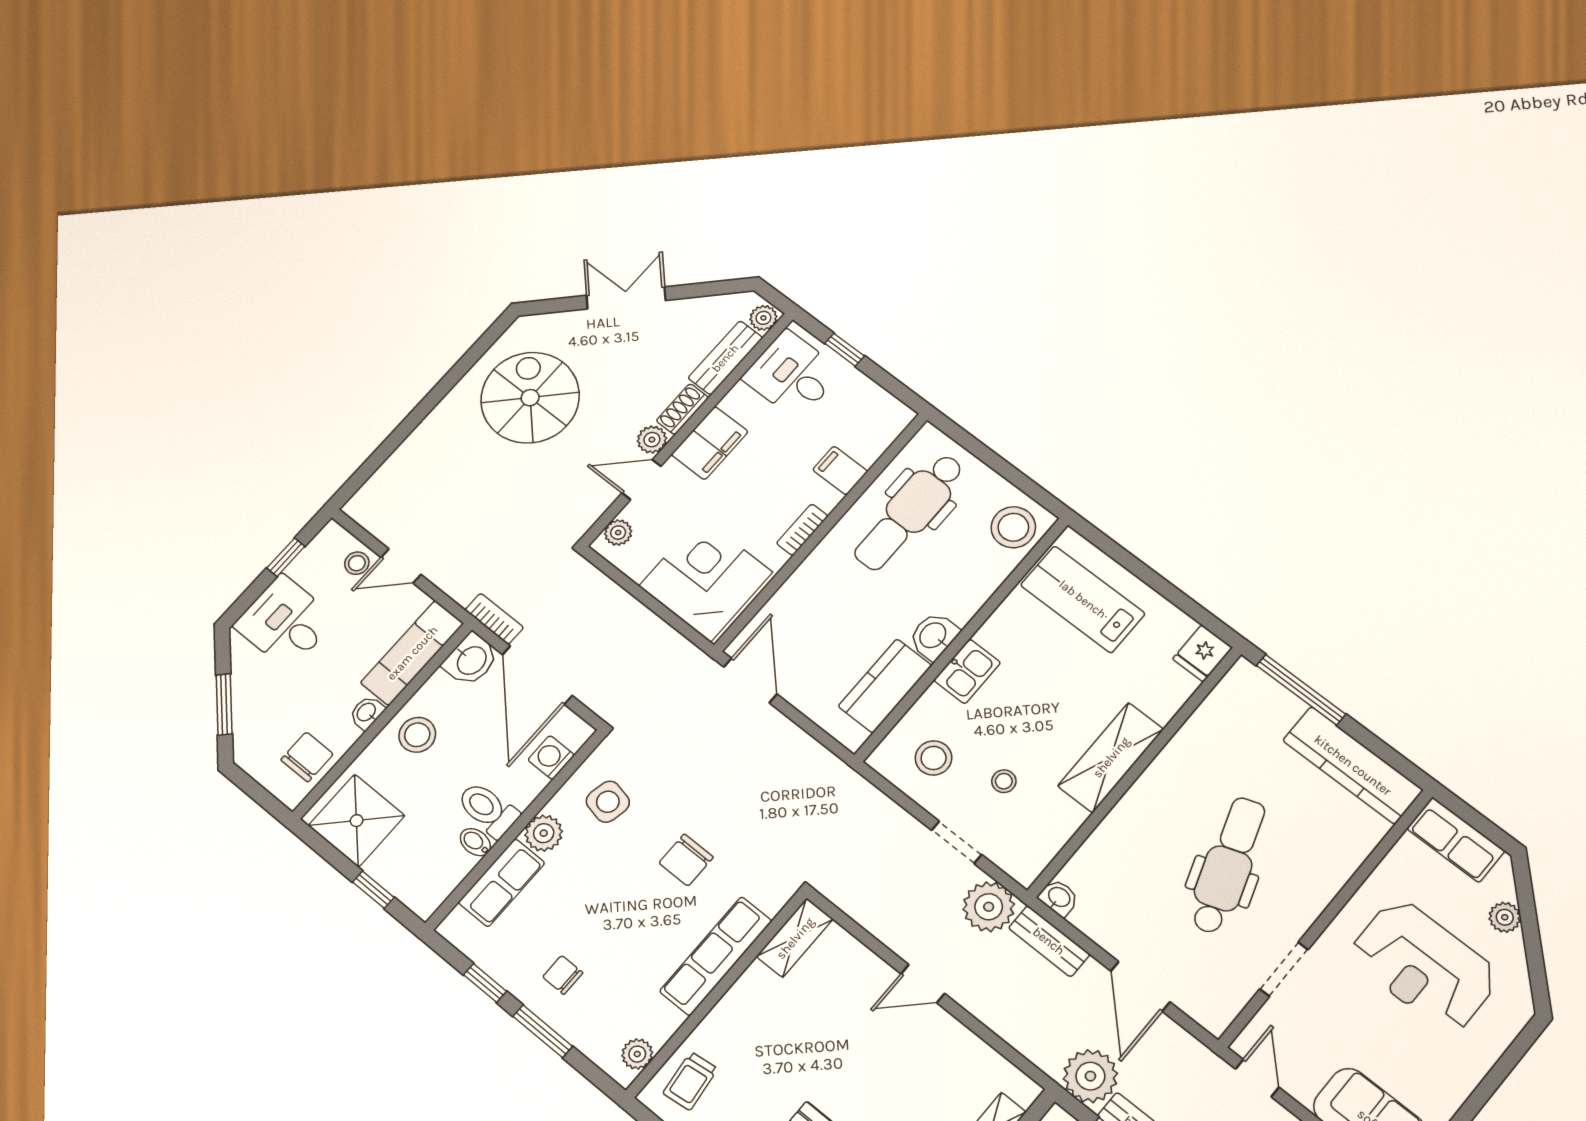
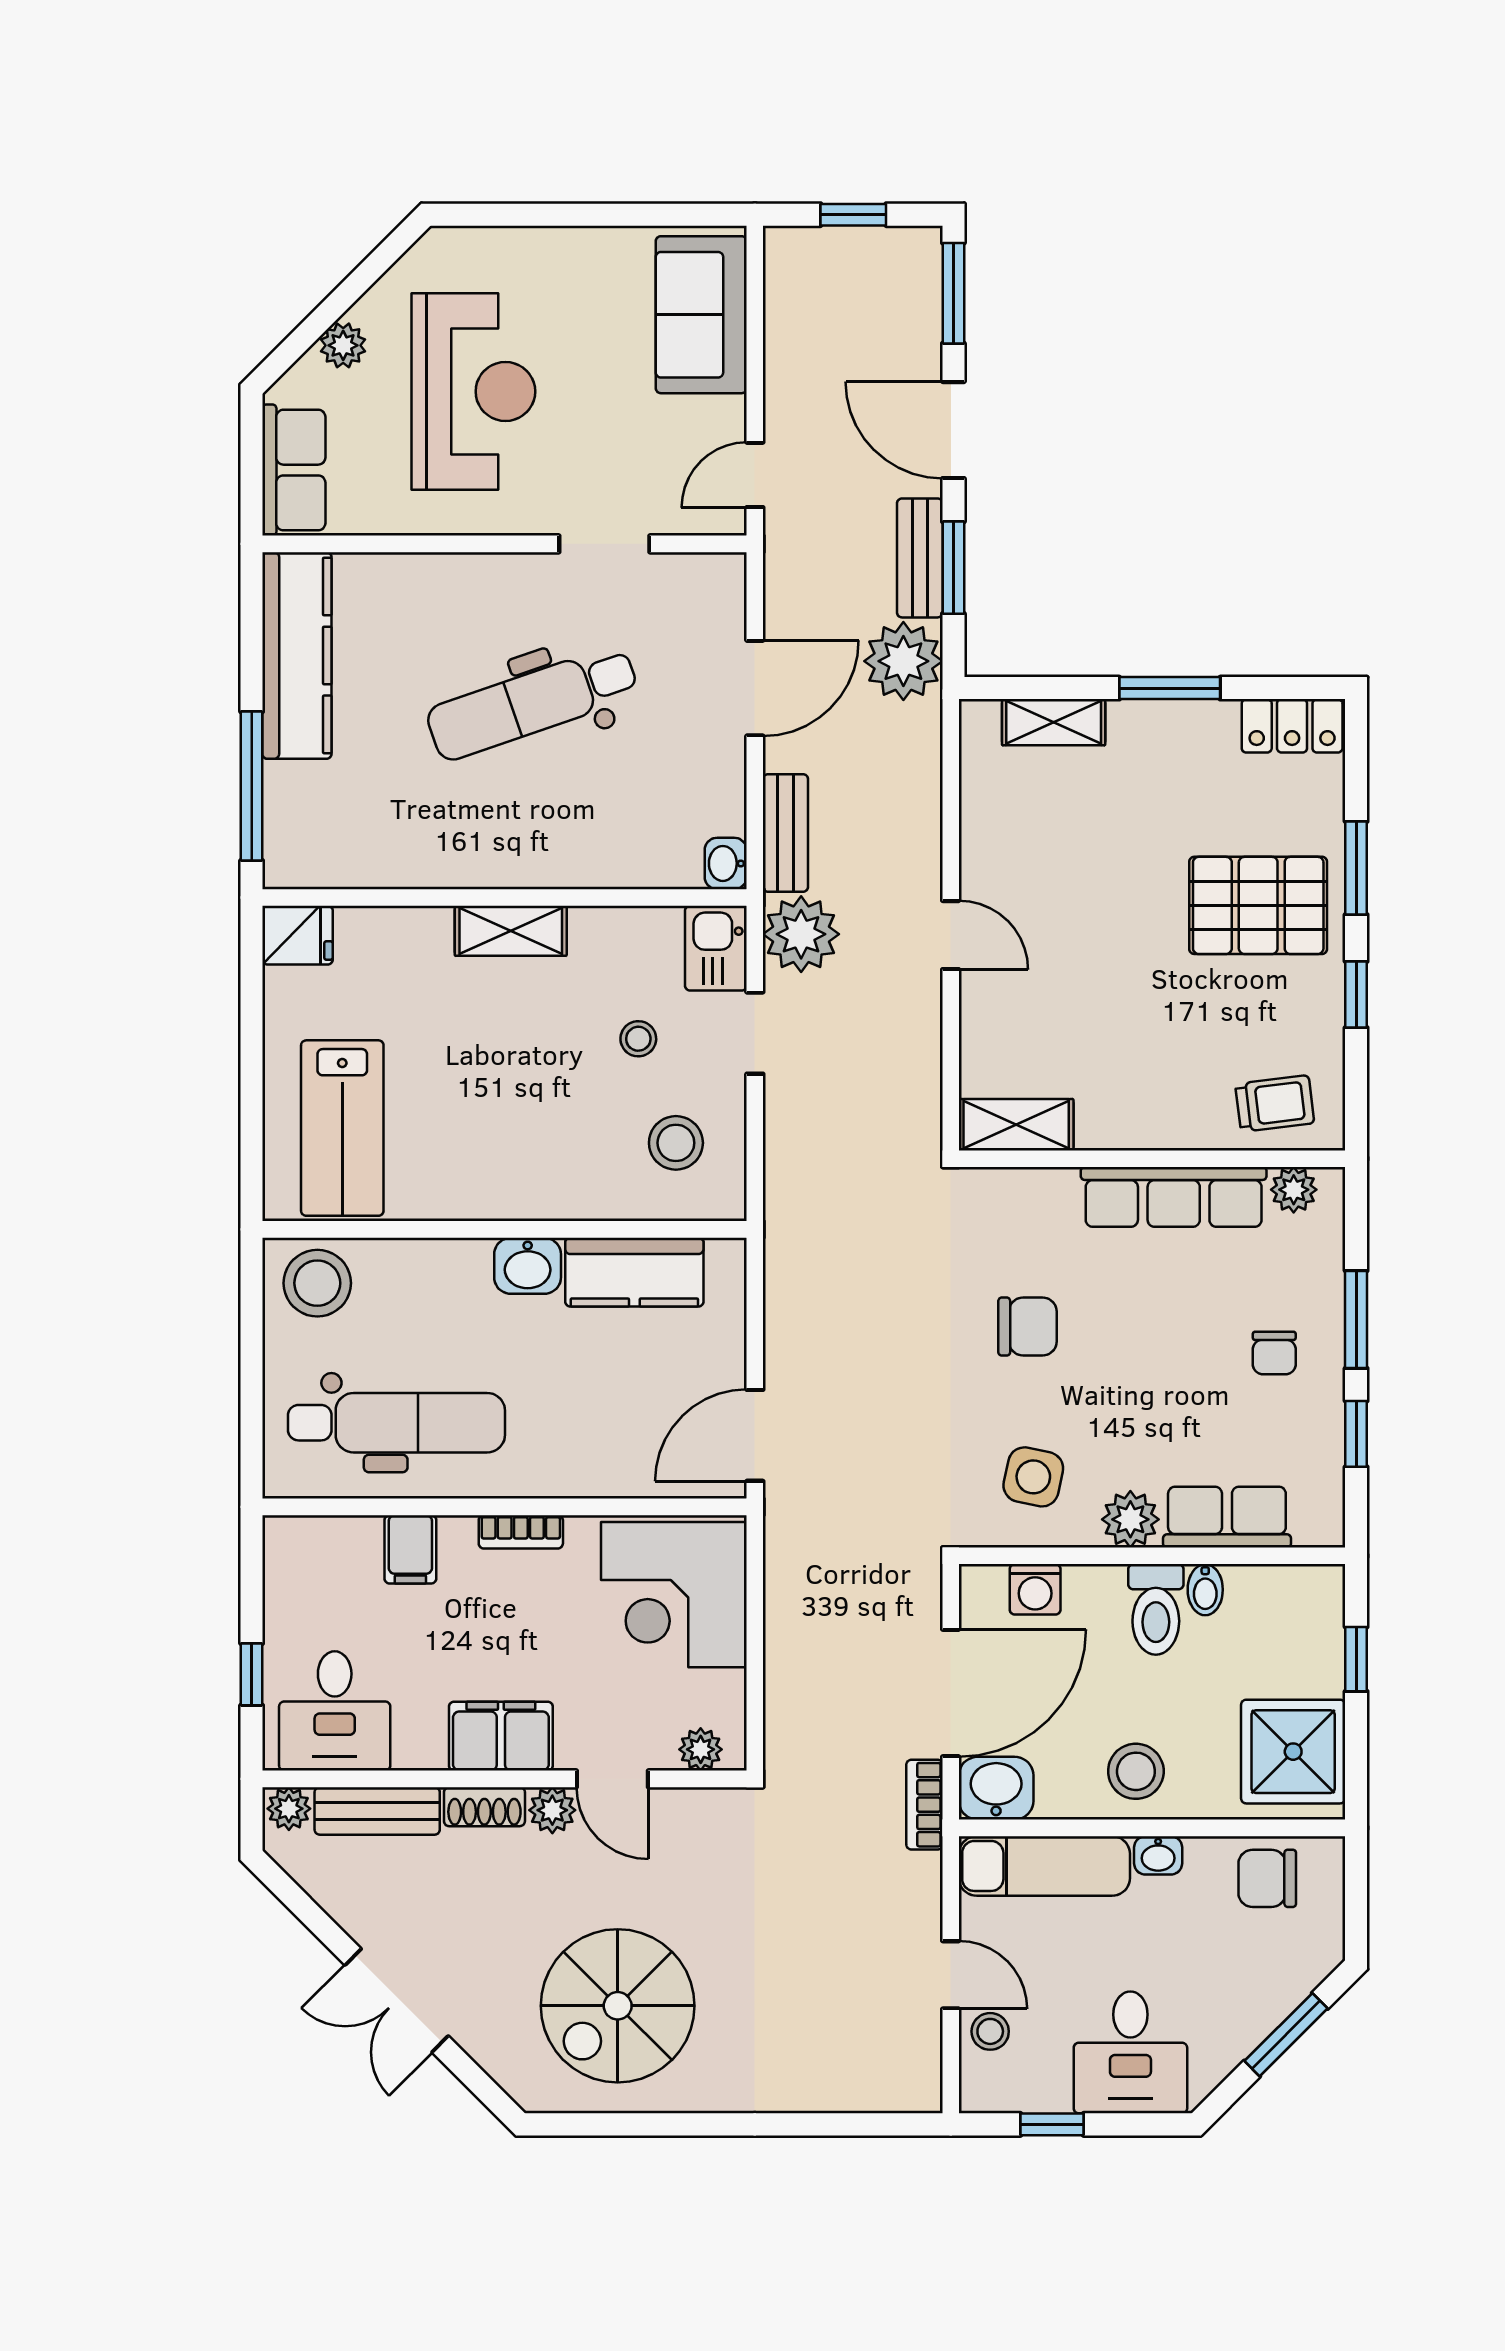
kitchen sink: (967, 671) -> (716, 948), moved, turned -90
shelving: (1111, 757) -> (511, 931), width x0.67, depth x0.75
row of seats: (716, 956) -> (1174, 1197), moved

